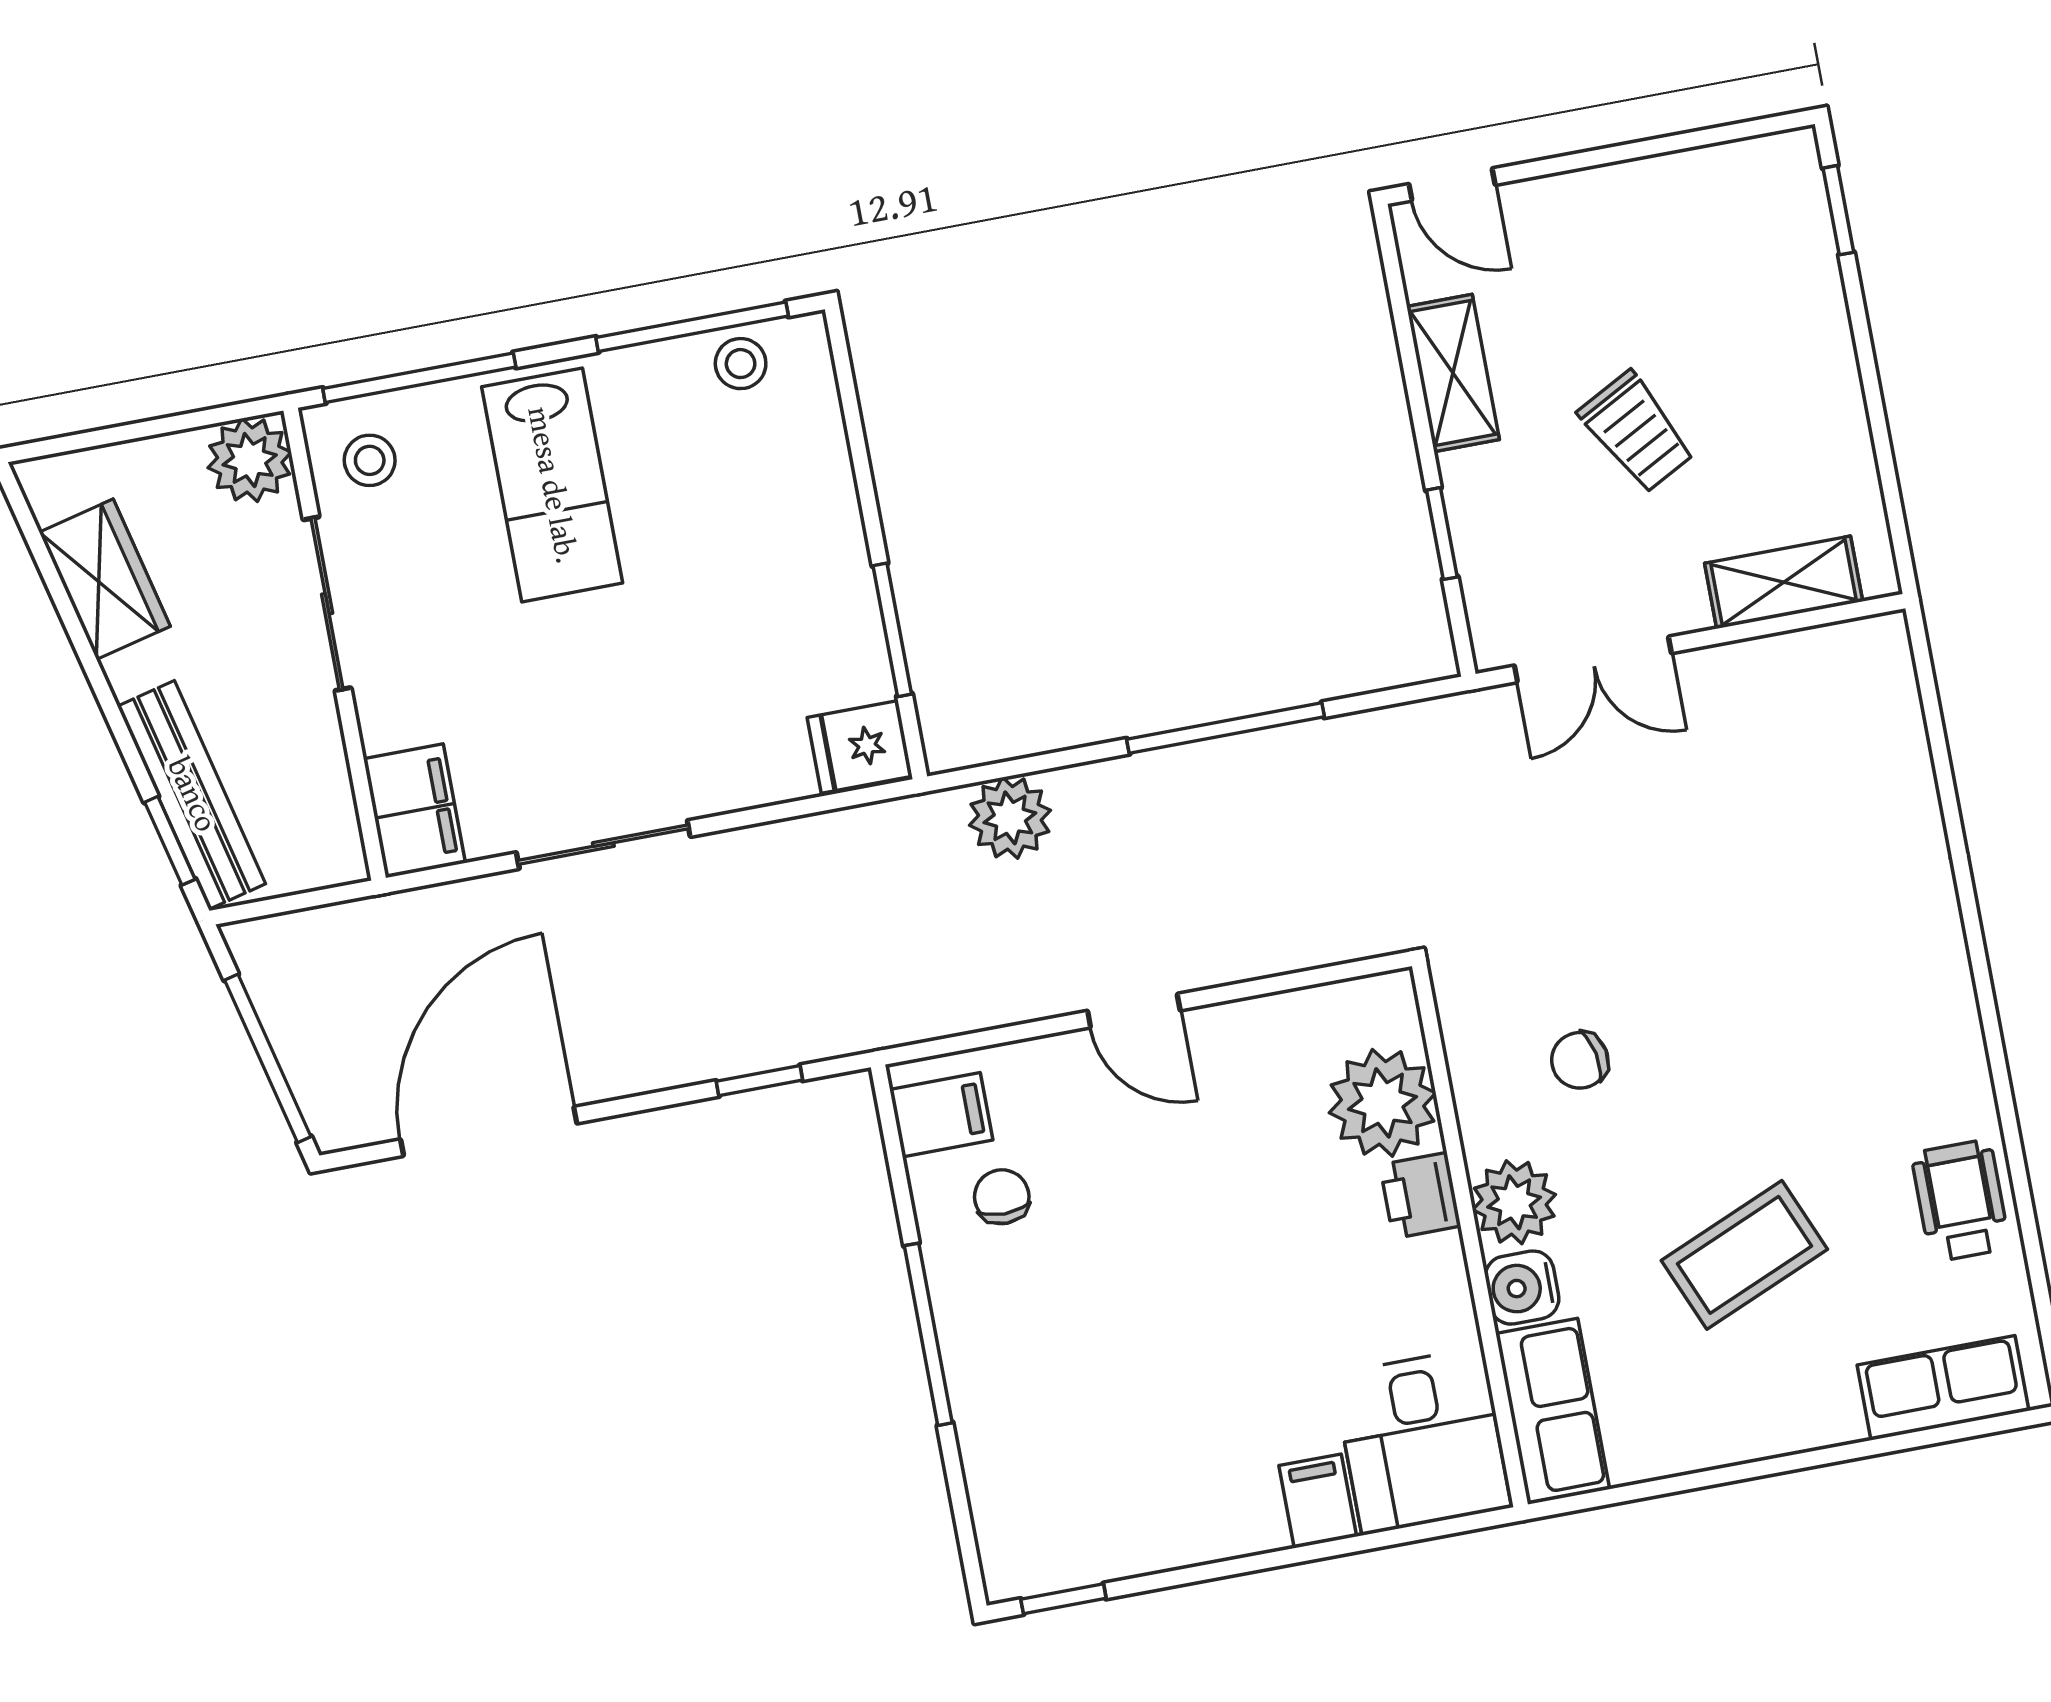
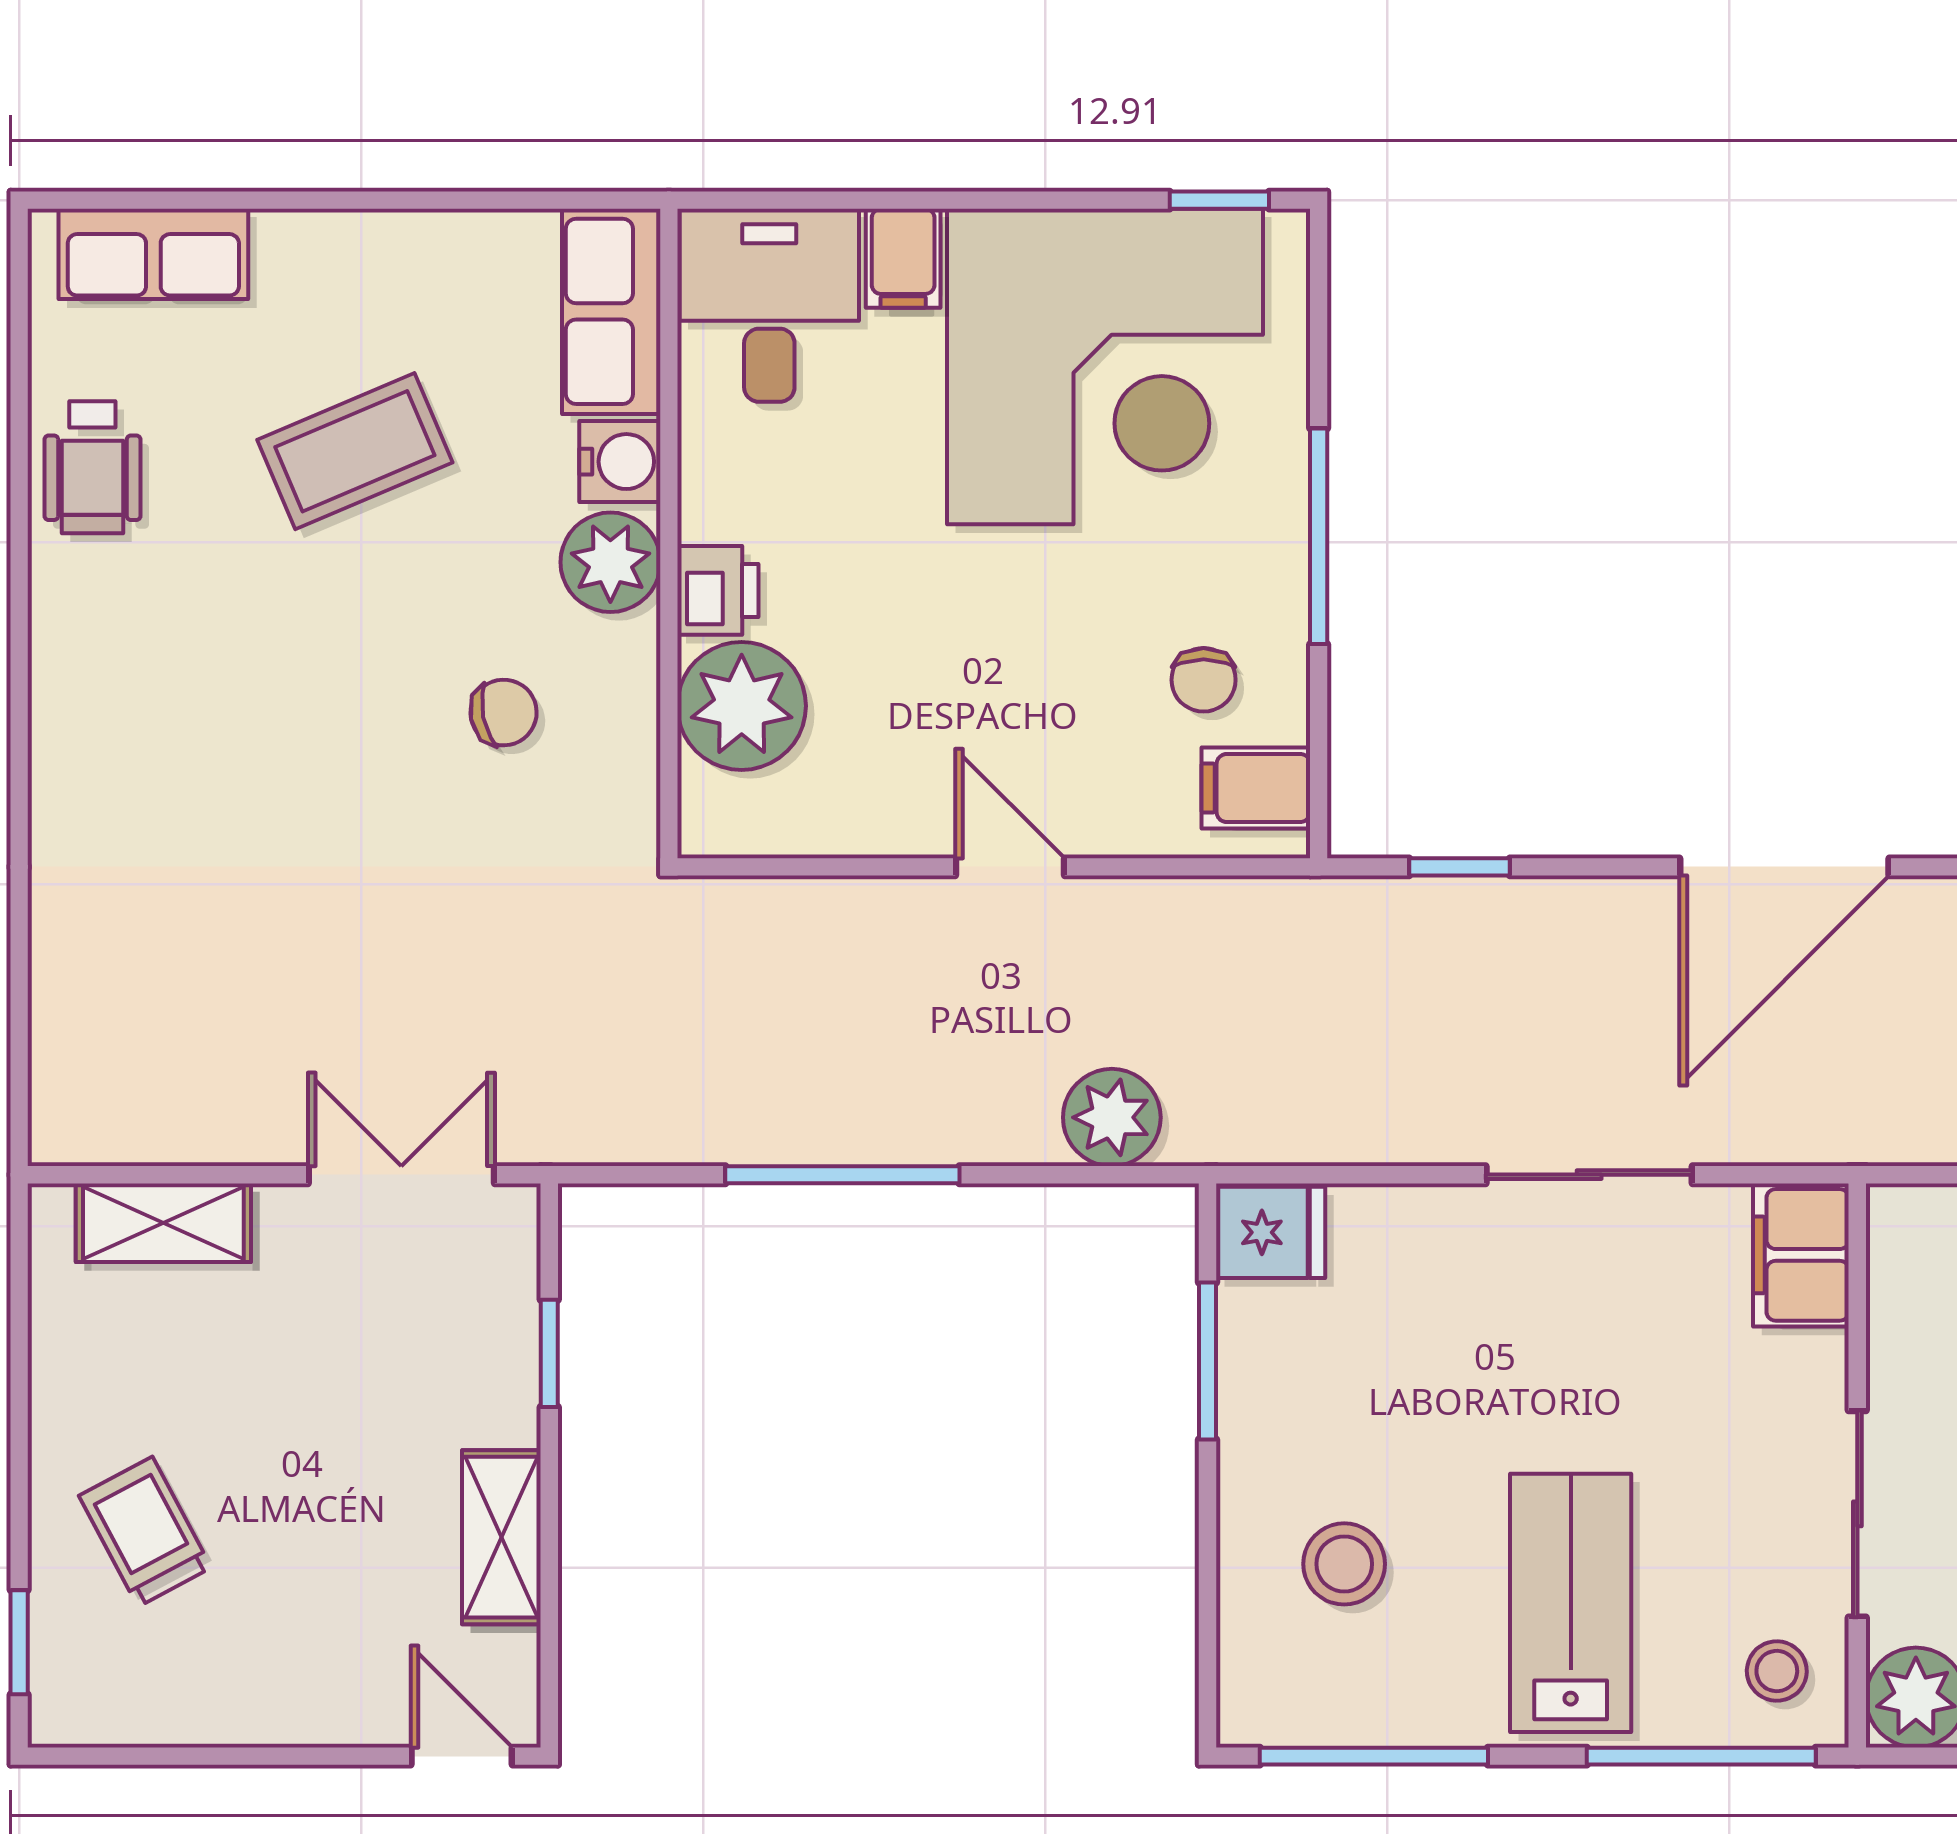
stool: (741, 364) -> (1344, 1564), moved, width x1.37, depth x1.37
trolley: (1637, 432) -> (145, 1532), moved
corner desk: (1133, 1442) -> (1105, 366), added

